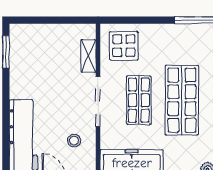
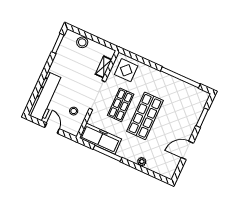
stool: (41, 34) -> (82, 42), added

